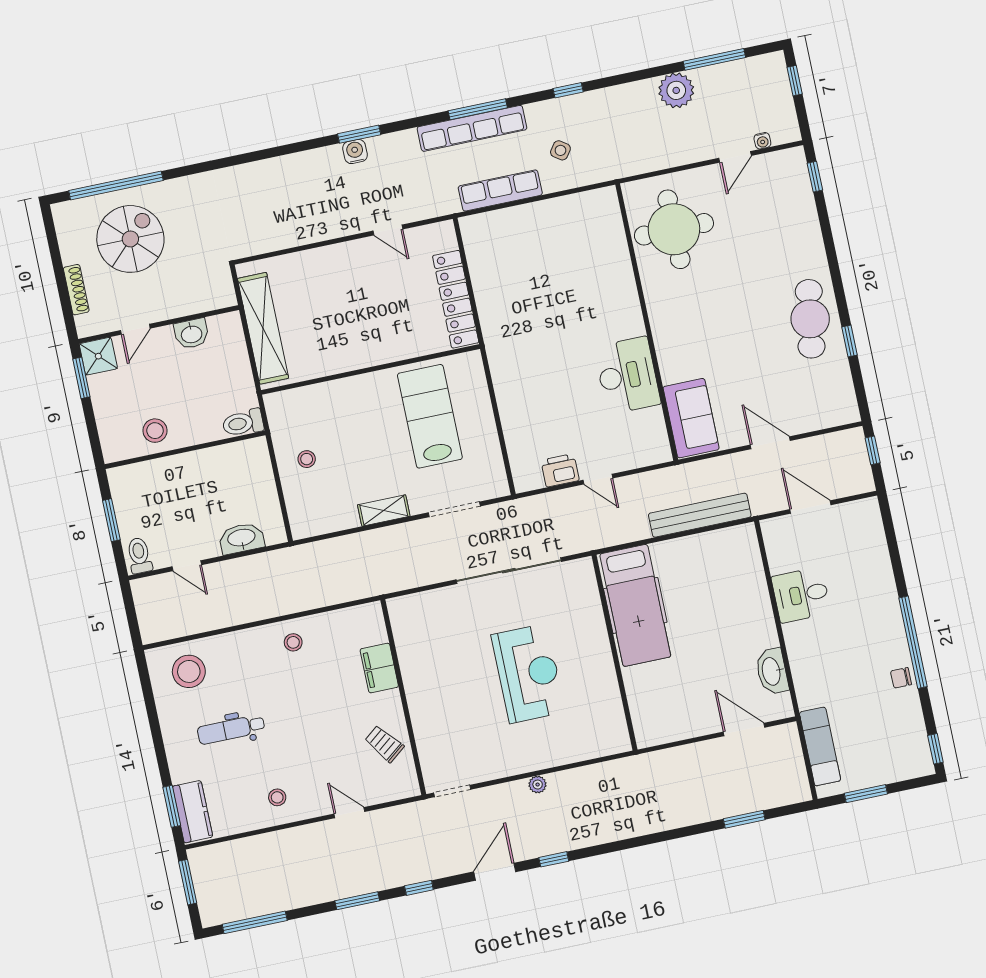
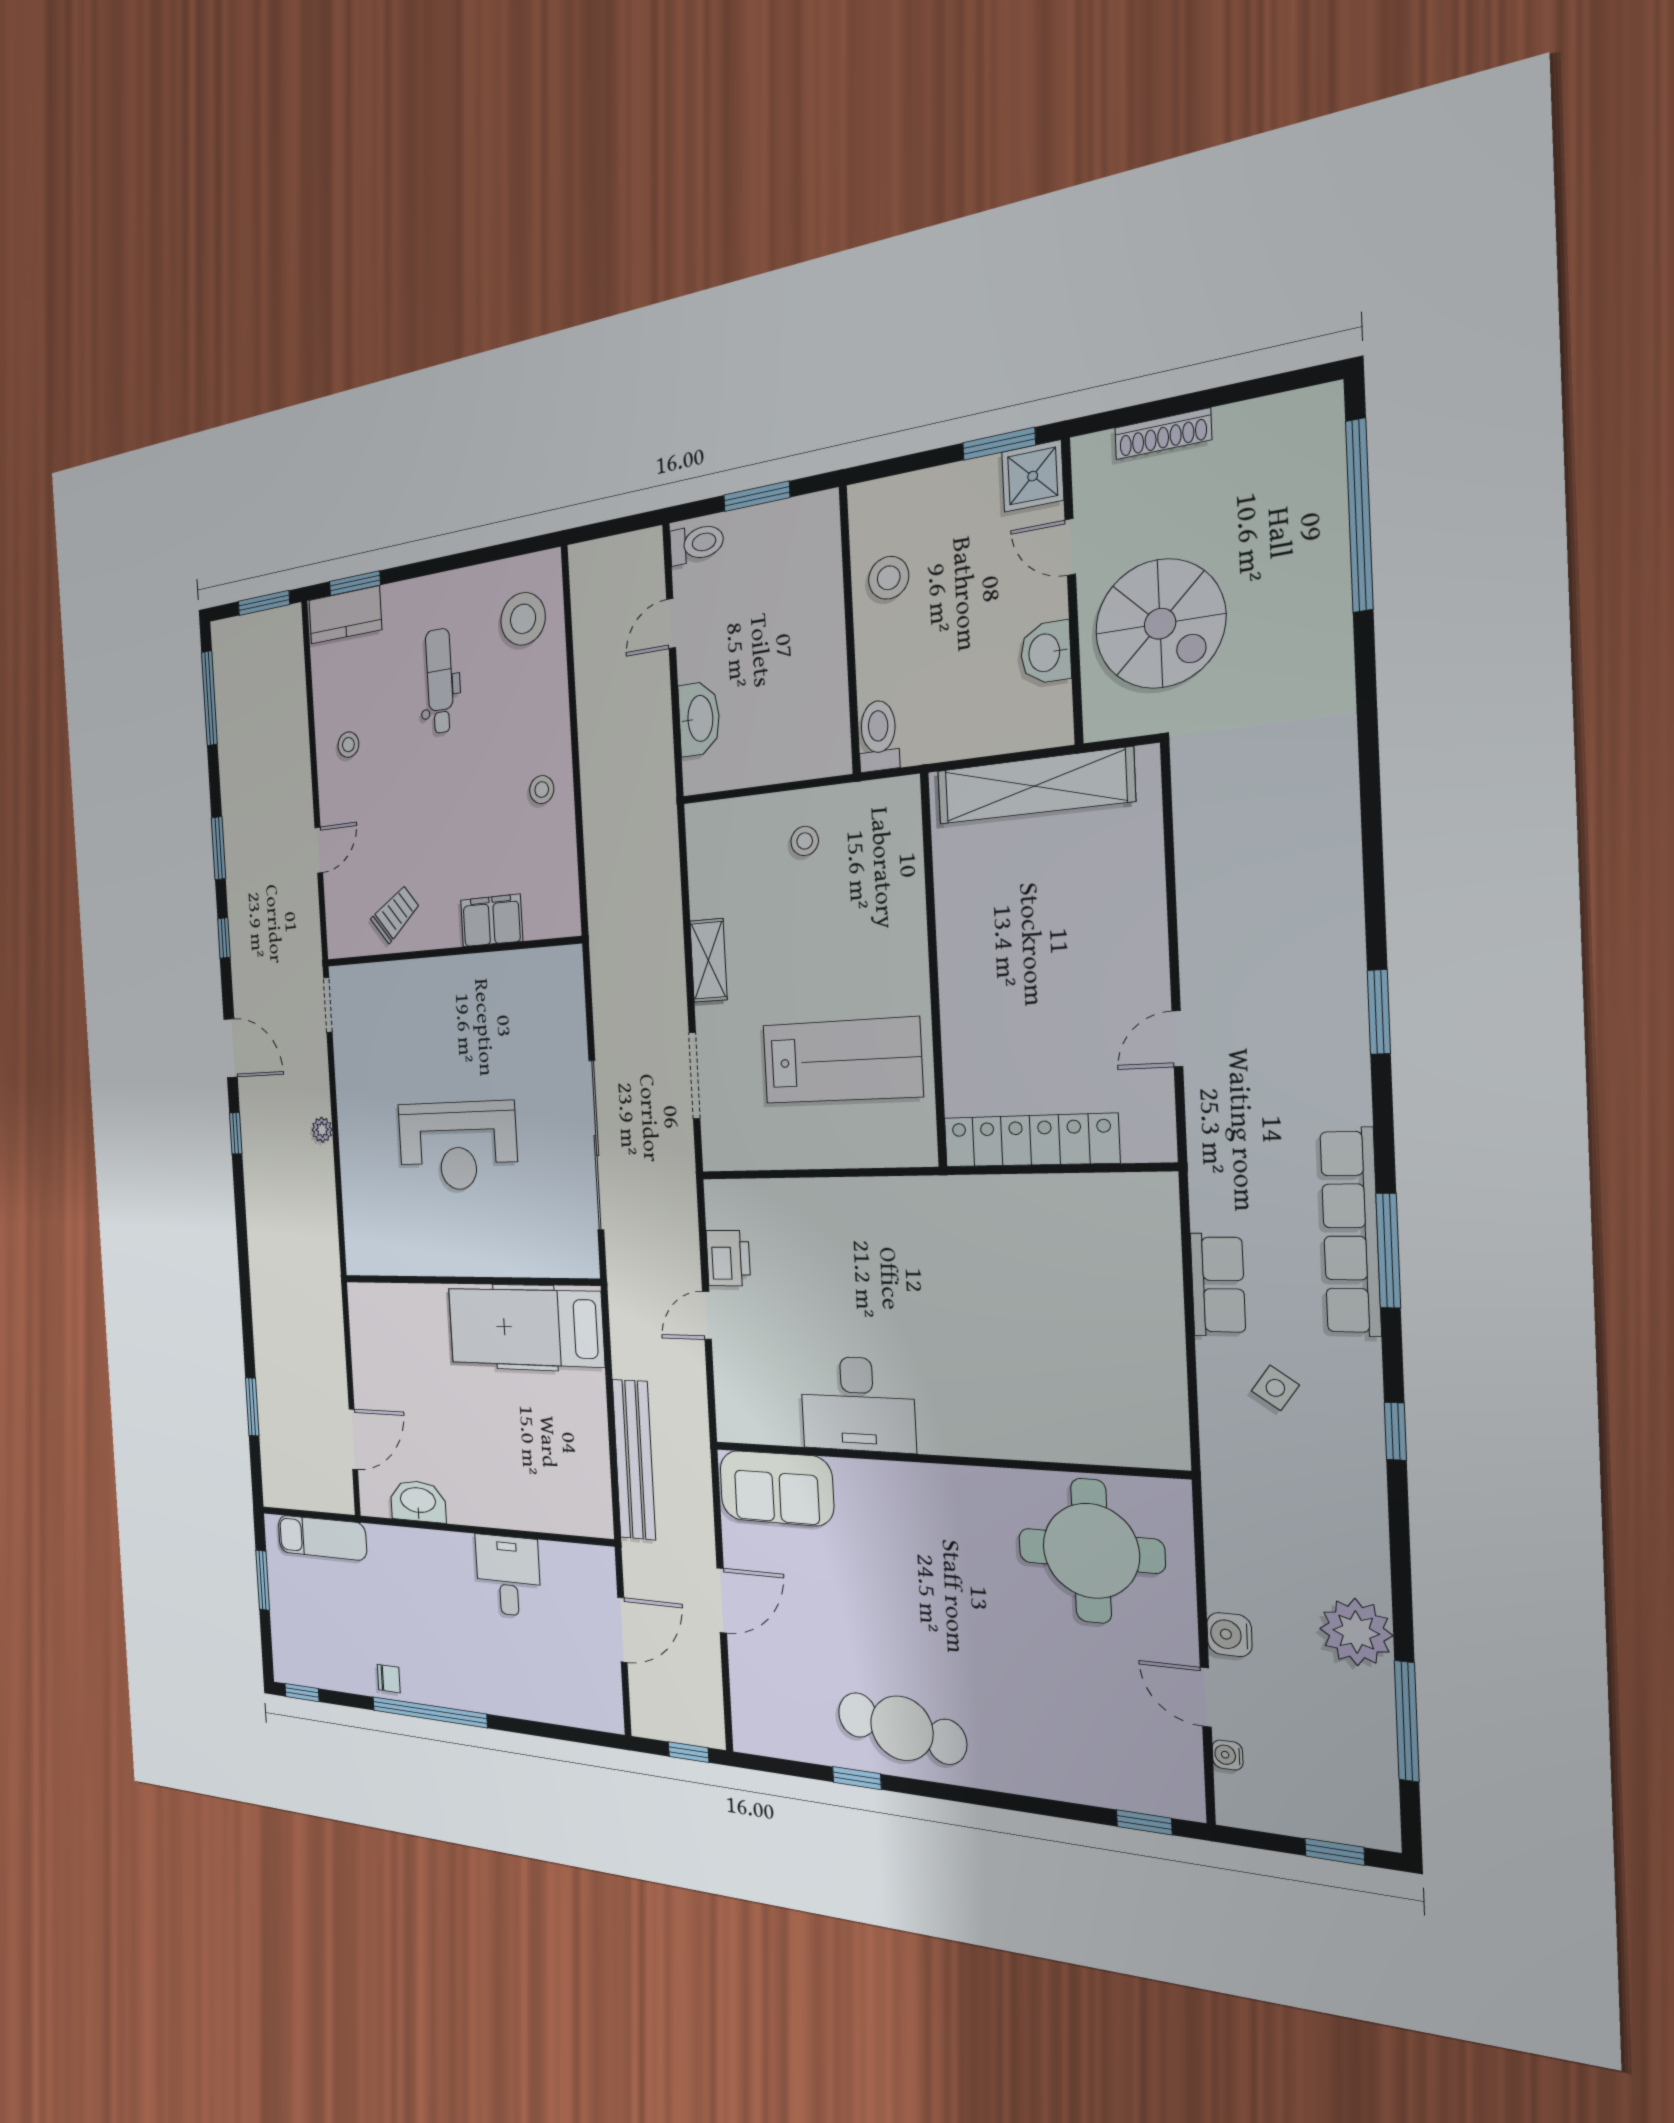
water cooler: (355, 152) -> (1229, 1635), moved, turned 180
row of seats: (500, 191) -> (1218, 1285), width x0.68
spiral stairs: (130, 239) -> (1160, 624), moved
chair: (901, 678) -> (389, 1679), turned 90

